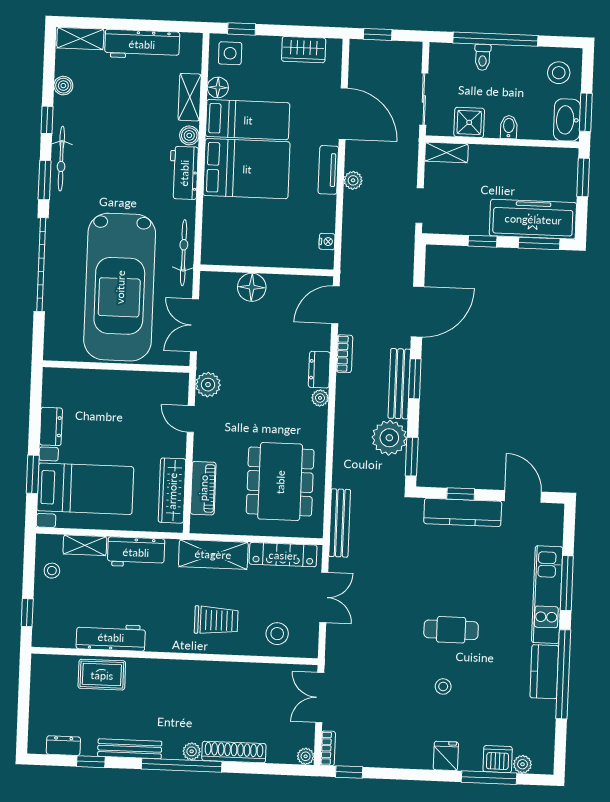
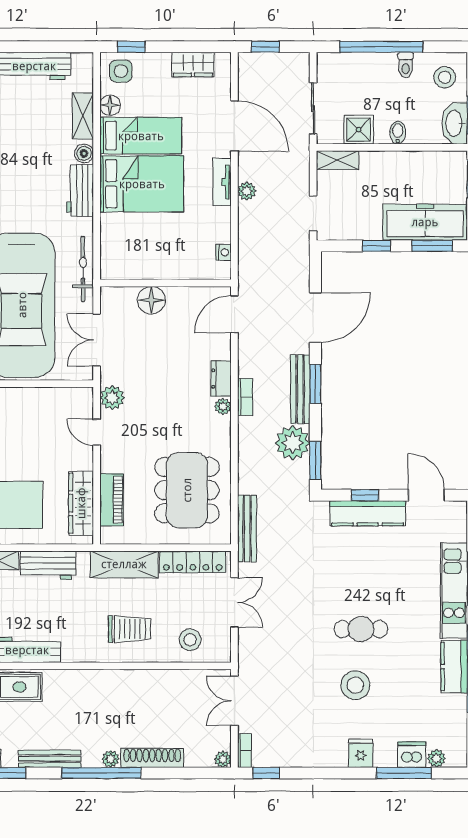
toilet: (483, 57) -> (406, 65), moved
bookcase: (344, 354) -> (245, 397), moved
stool: (443, 686) -> (355, 685), width x1.89, depth x1.89

